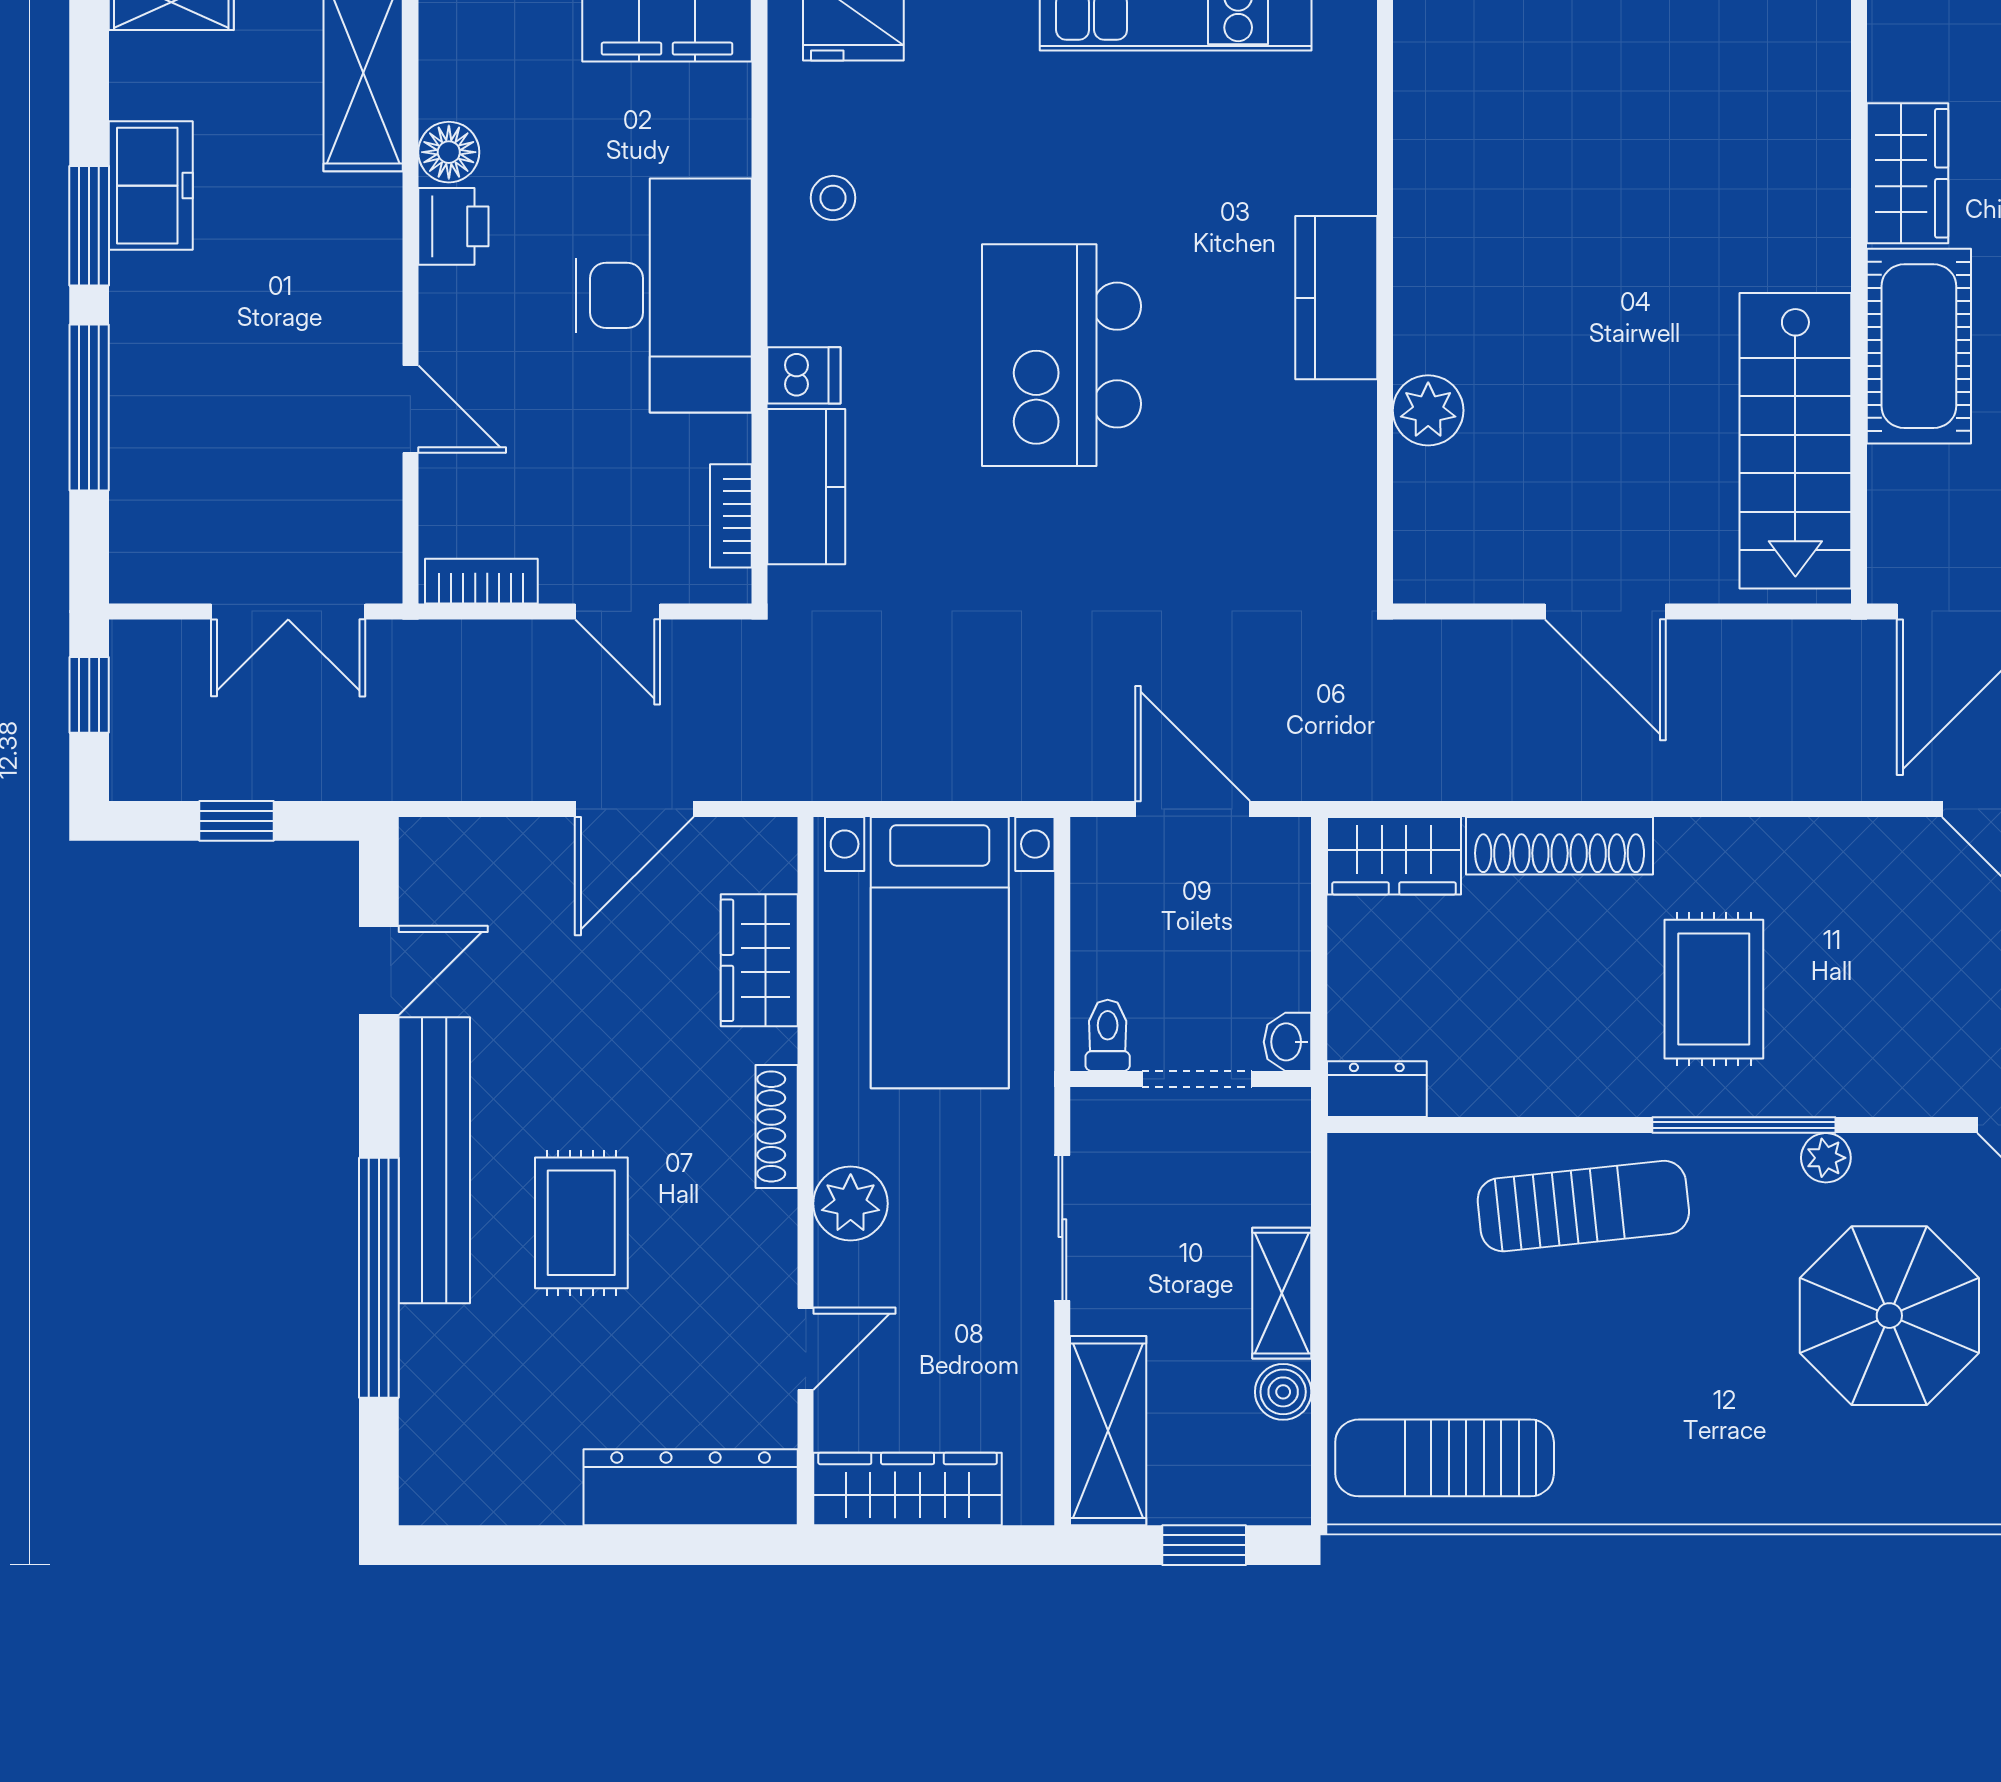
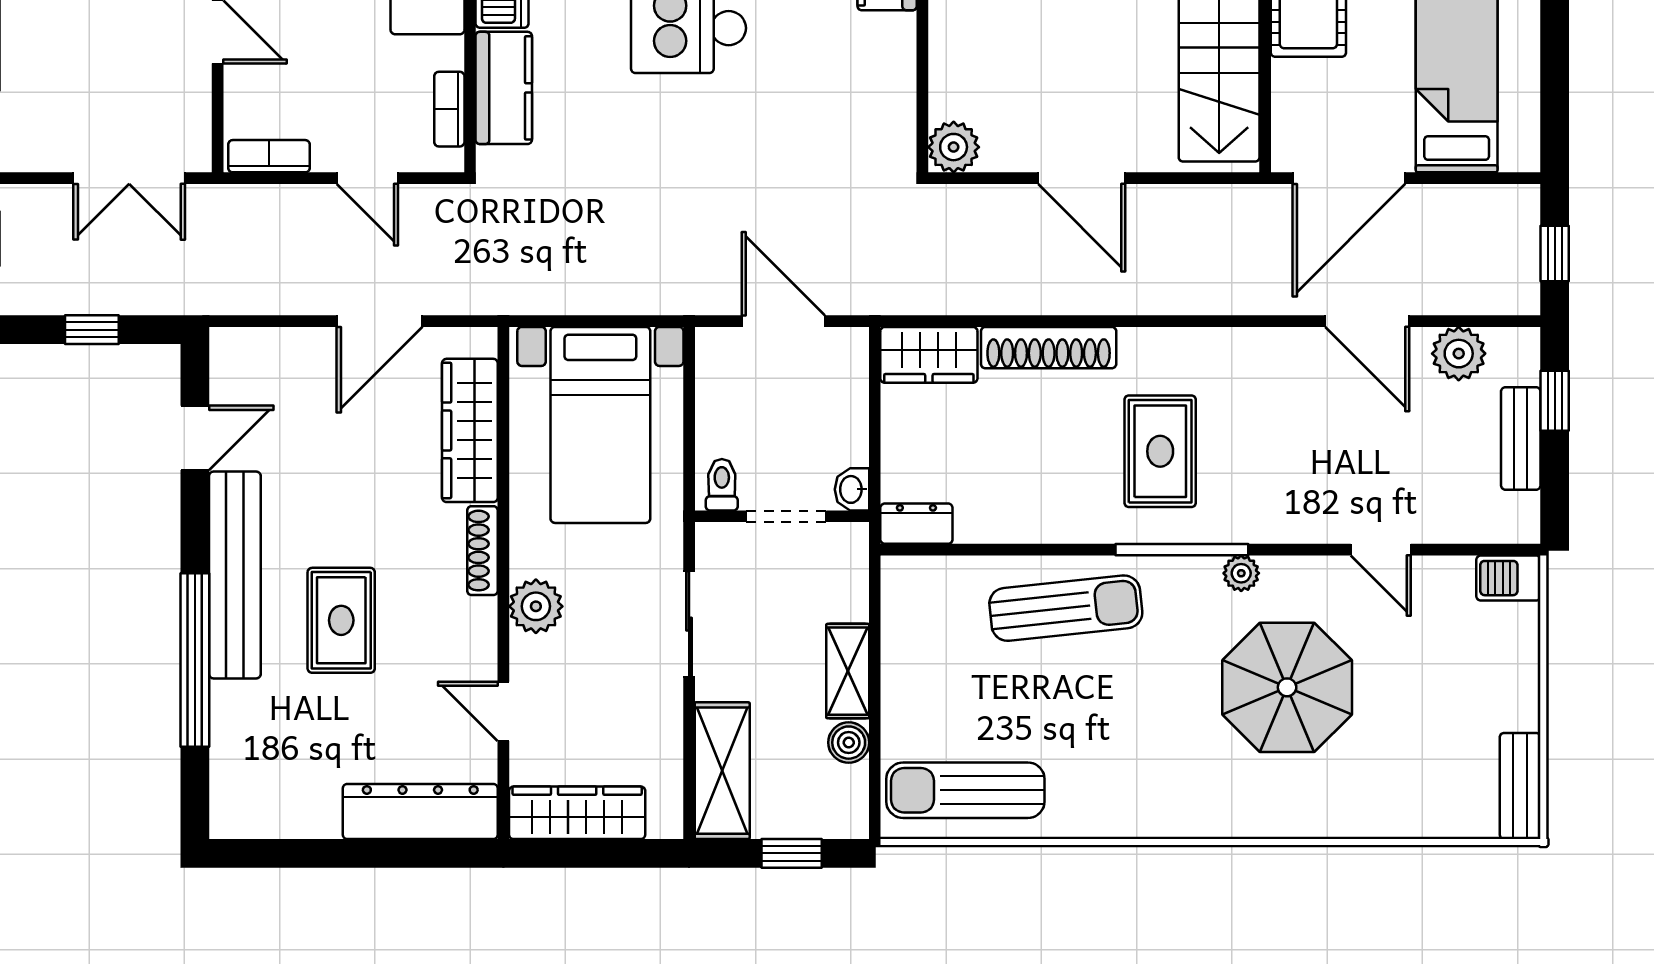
plant: (1428, 410) -> (954, 147), moved
wardrobe: (759, 960) -> (470, 430), width x1.50
door: (806, 1349) -> (503, 711), swing flipped

